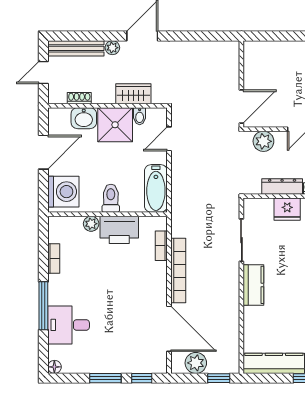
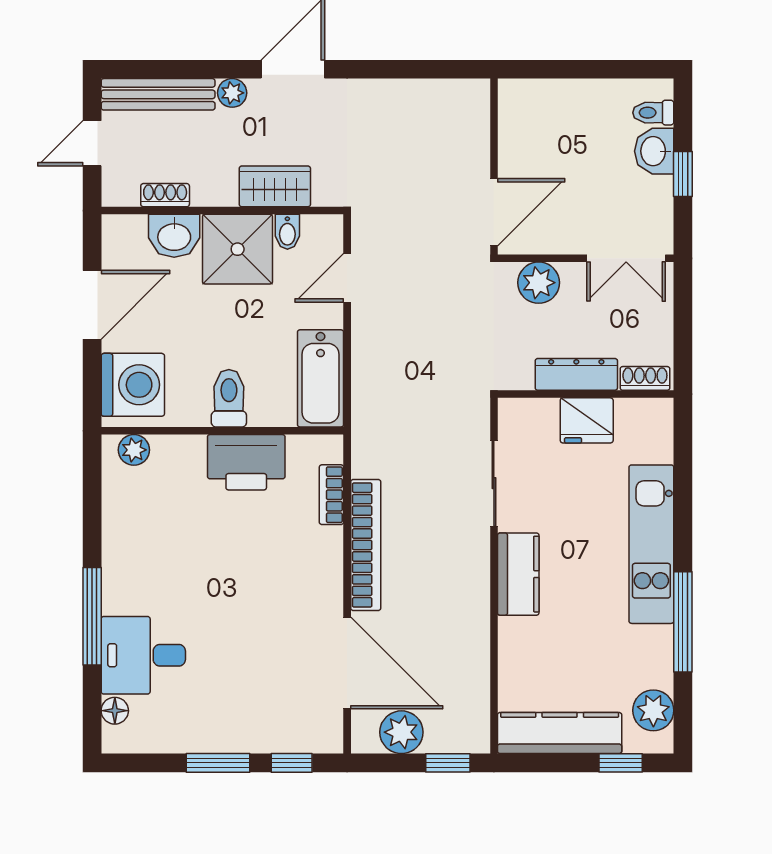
plant: (91, 224) -> (134, 450), moved
bookcase: (54, 259) -> (113, 521), removed
floor lamp: (54, 367) -> (115, 711), moved

